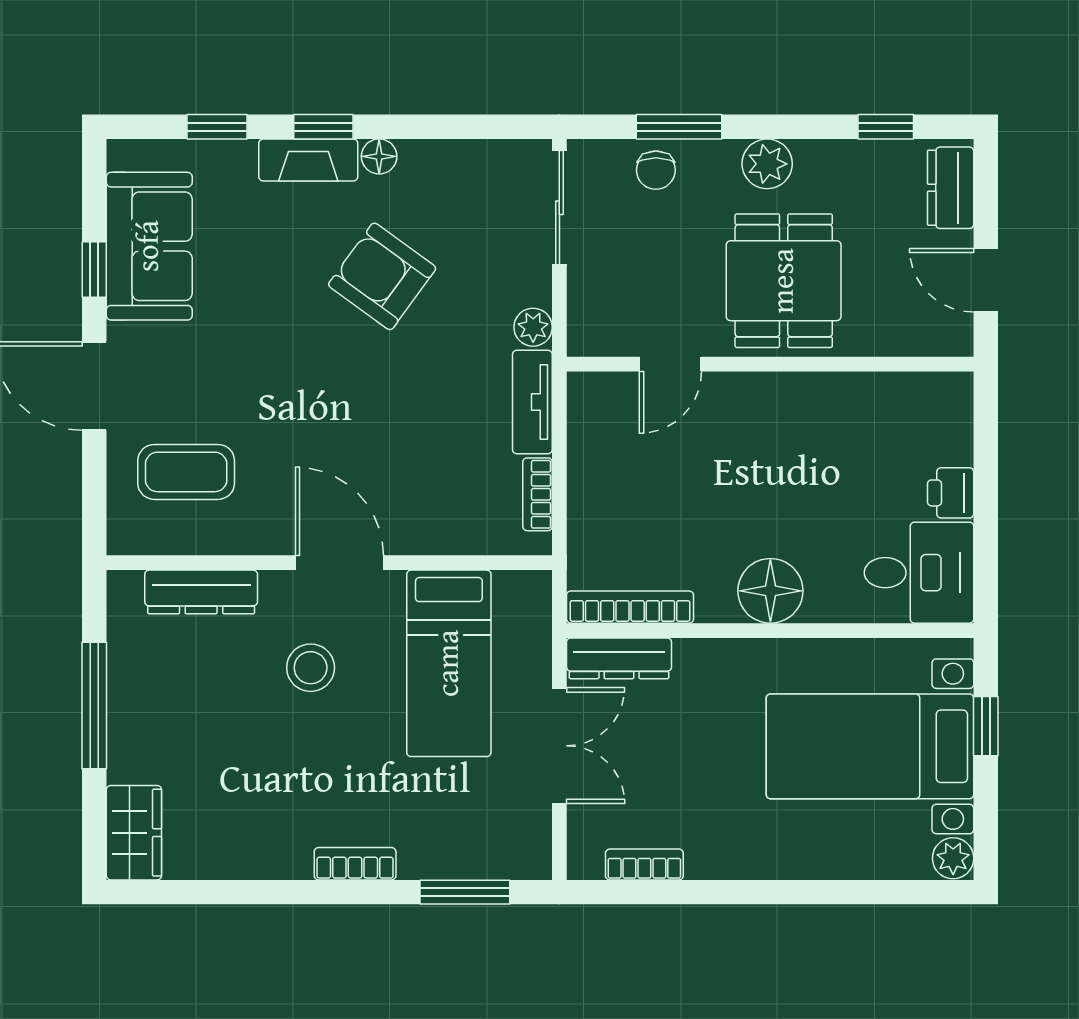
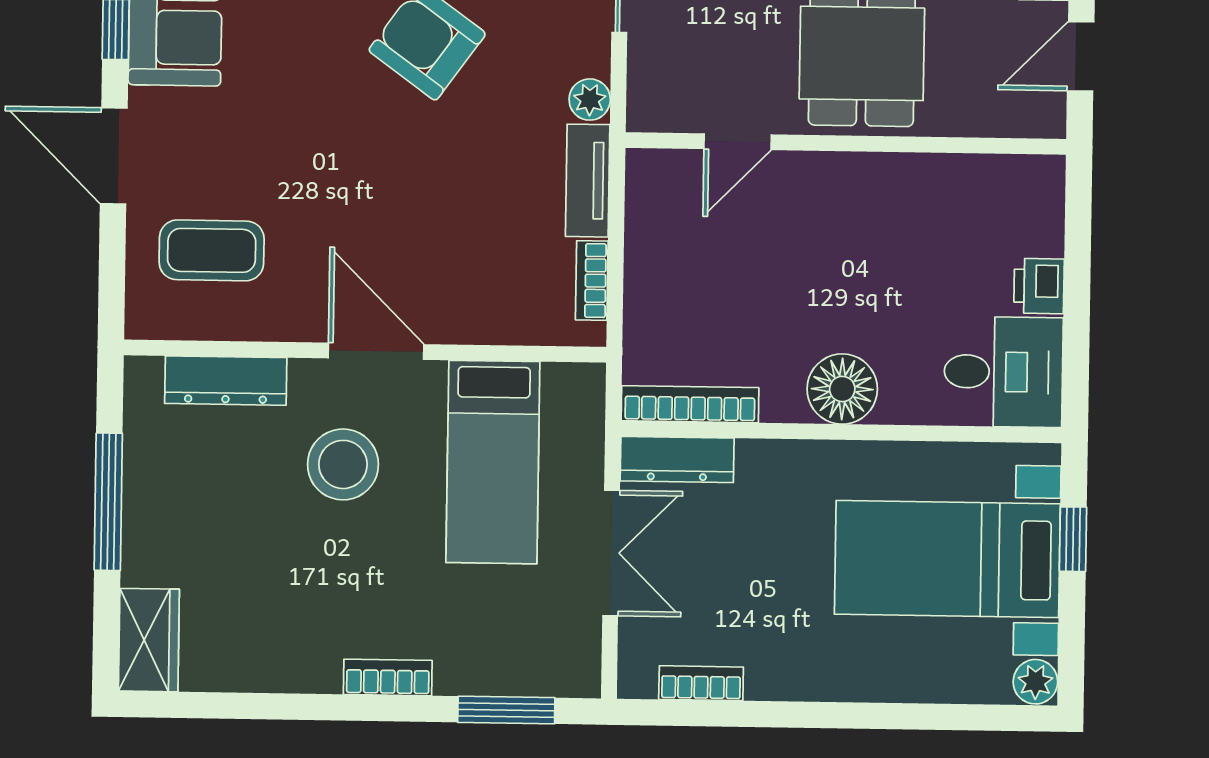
door: (986, 280) -> (1081, 56), hinge flipped
stool: (311, 668) -> (343, 464), width x1.38, depth x1.38

